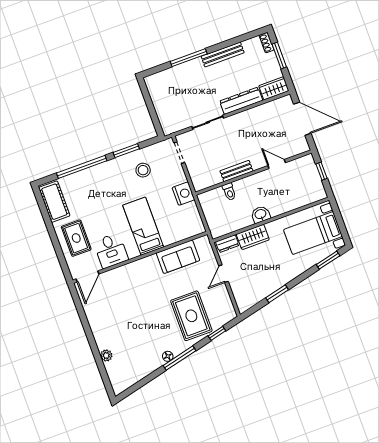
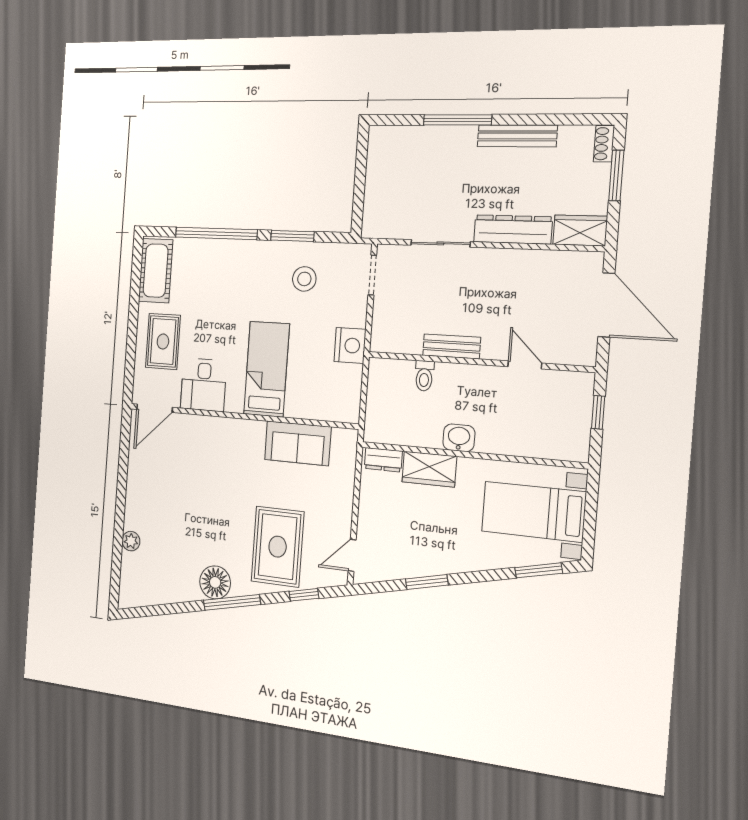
door: (223, 274) -> (352, 555), moved
floor lamp: (168, 356) -> (215, 582), width x1.89, depth x1.89

